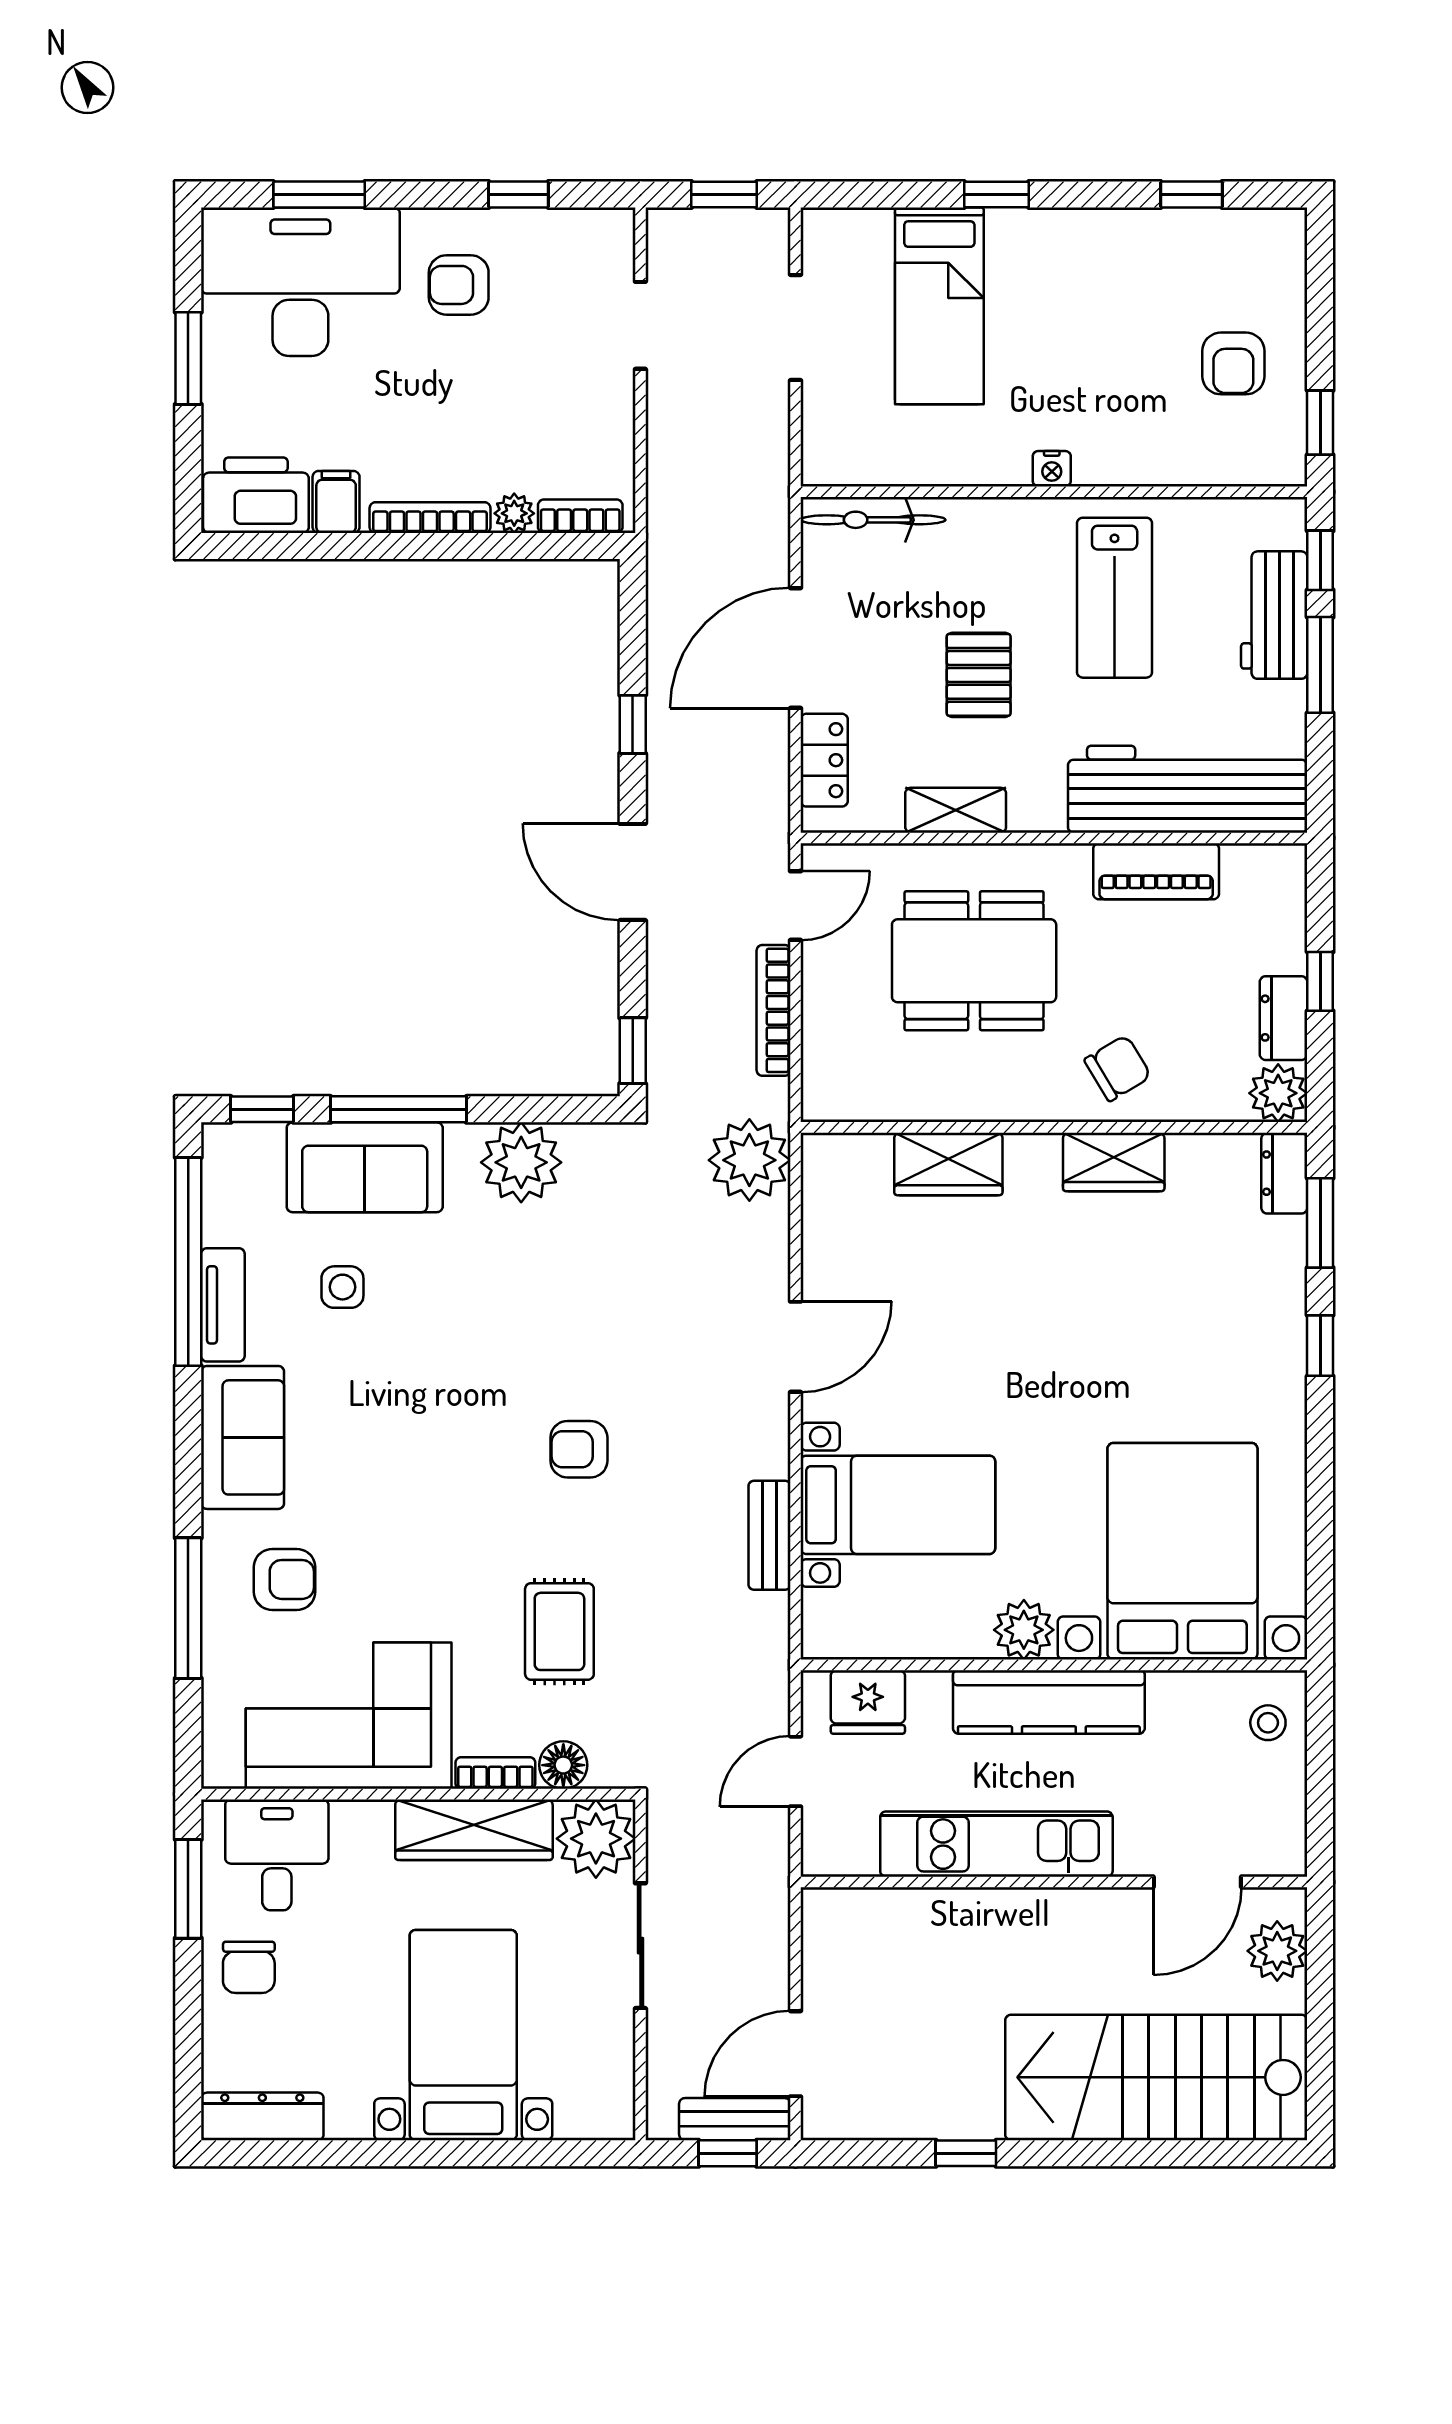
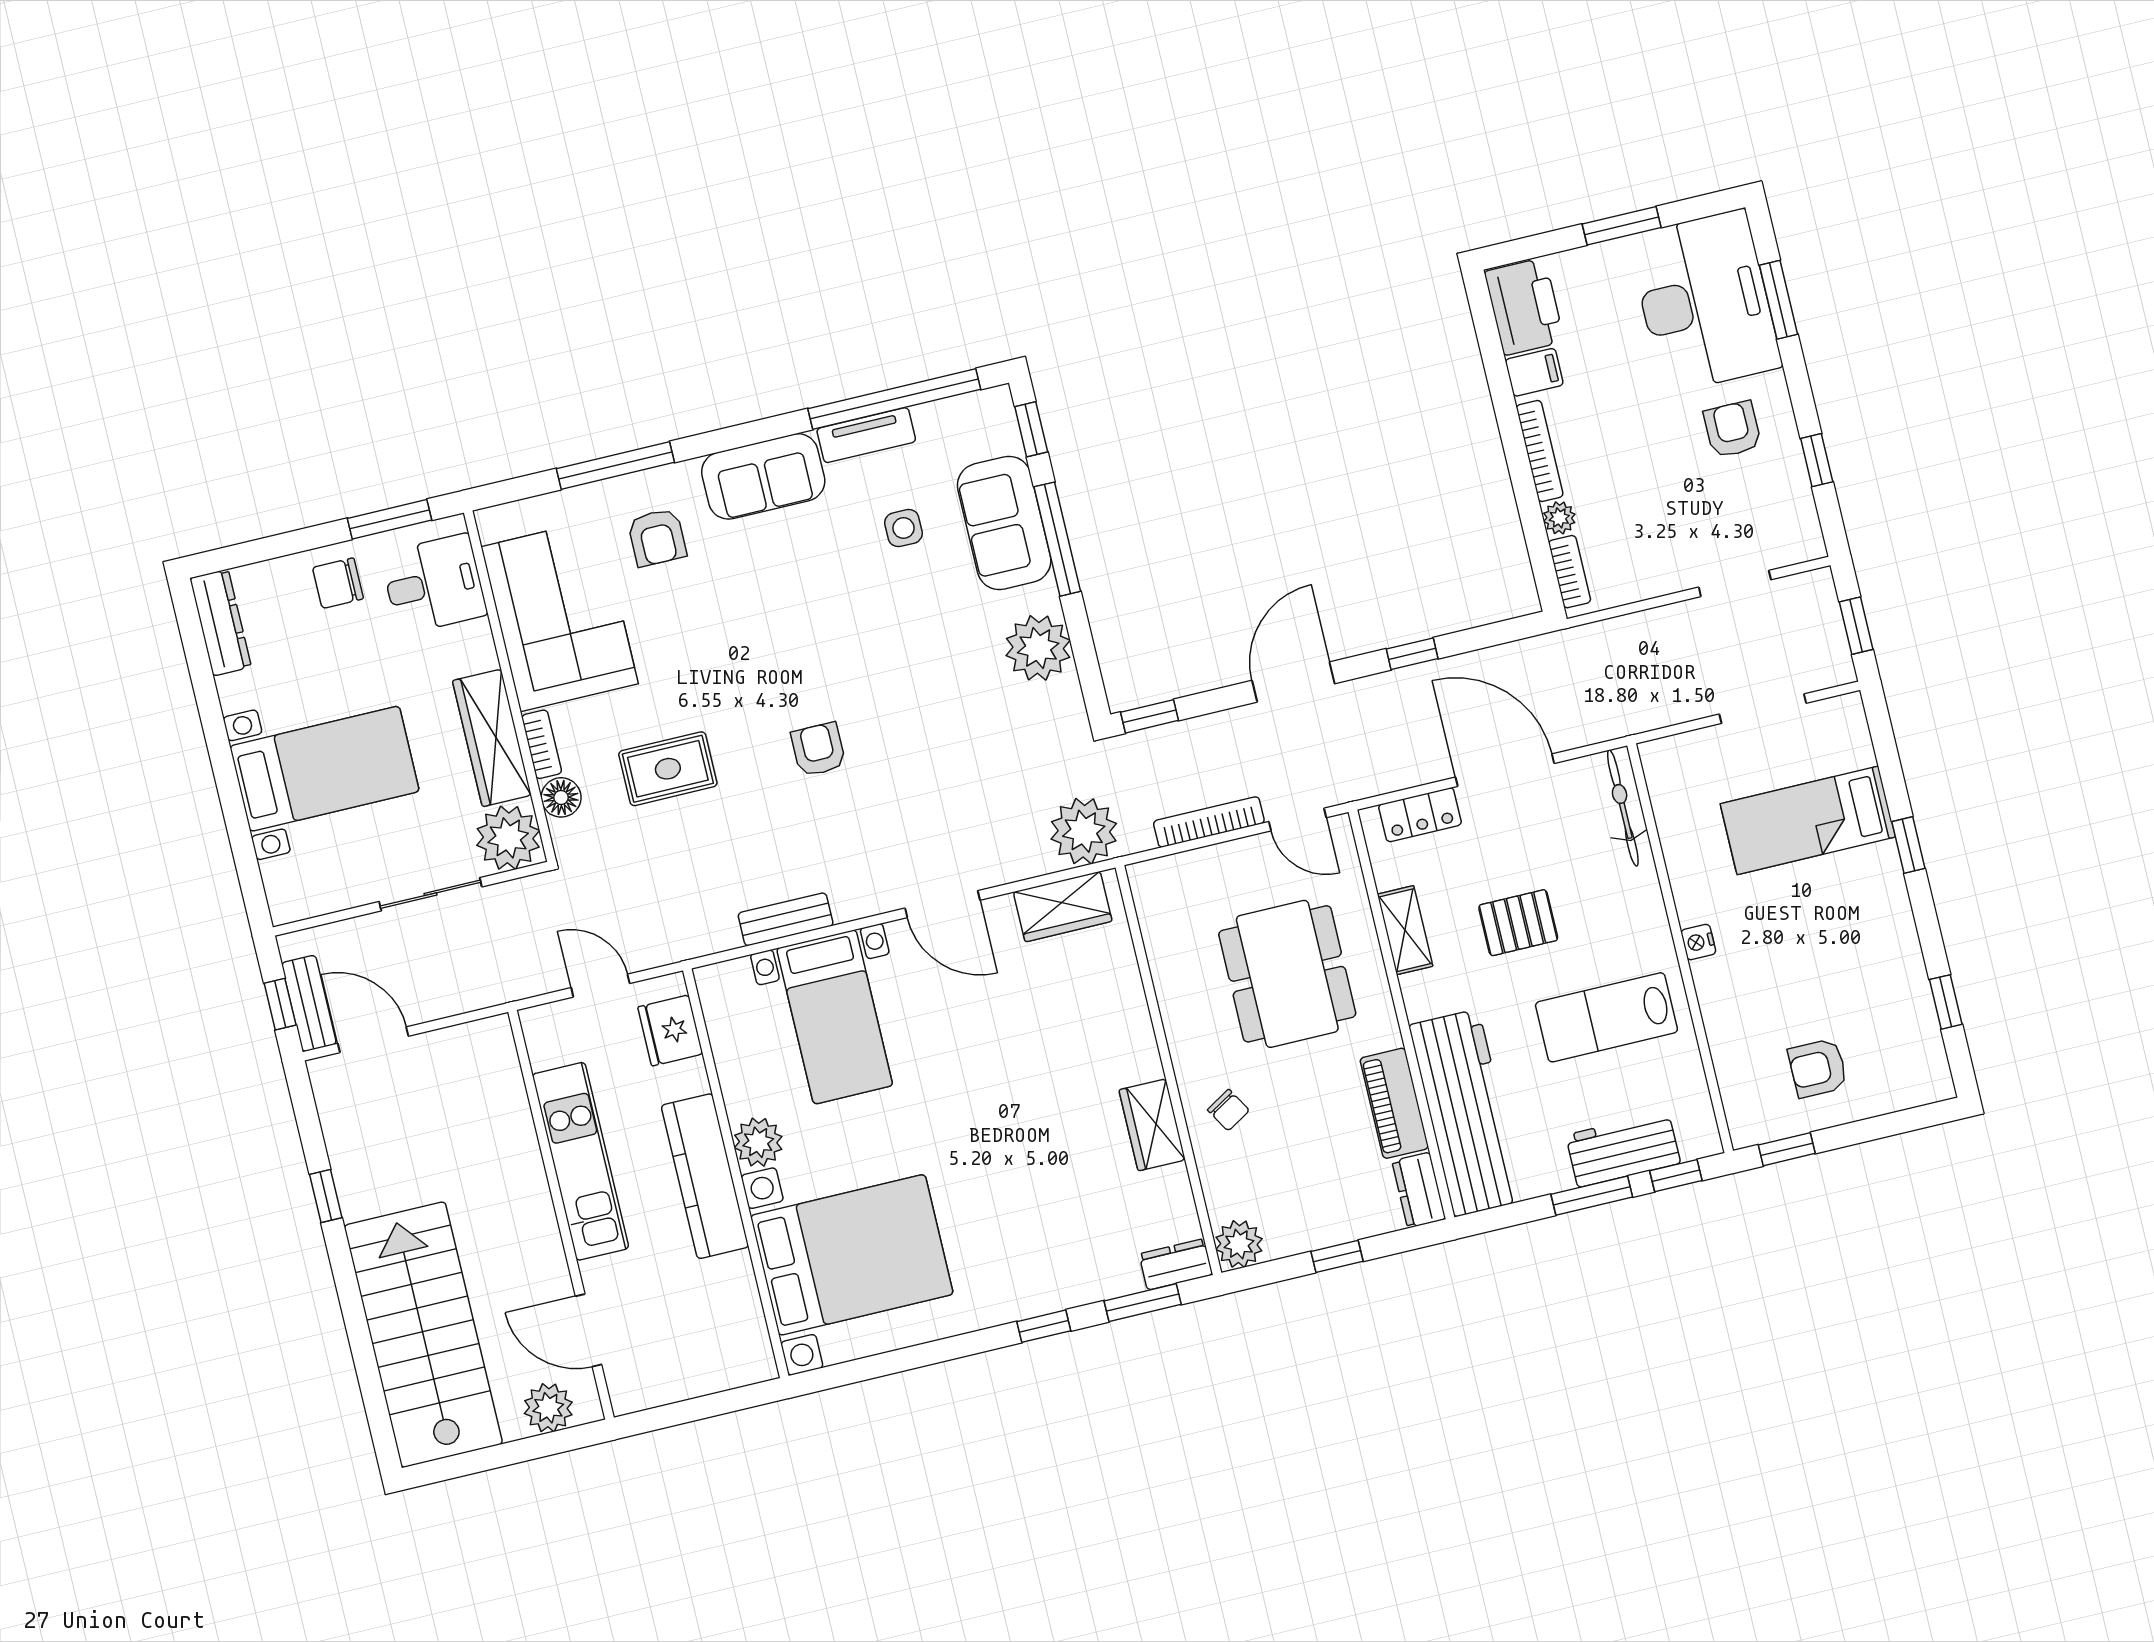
dresser: (1284, 1018) -> (1419, 1190), moved, turned -90
chair: (1118, 1068) -> (1228, 1110), width x0.73, depth x0.73
wardrobe: (948, 1164) -> (1063, 907), moved, turned -90
stool: (1268, 1723) -> (730, 1357), removed

